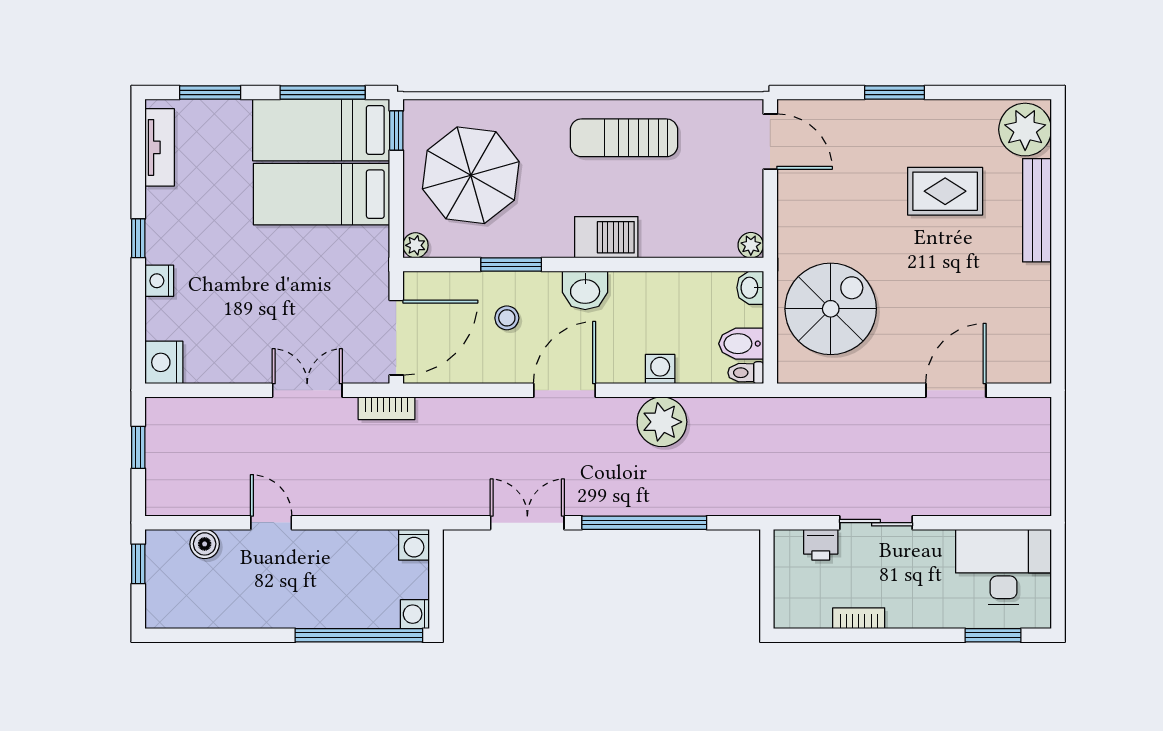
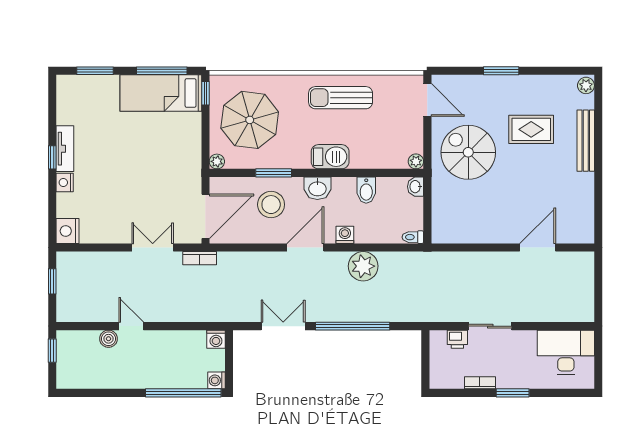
plant: (1025, 130) -> (586, 85), width x0.53, depth x0.53
tv unit: (160, 147) -> (65, 149), moved
bed: (321, 194) -> (161, 131), removed
spiral stairs: (831, 309) -> (468, 152), moved, turned -90
stool: (507, 318) -> (271, 205), width x1.89, depth x1.89
bidet: (741, 344) -> (366, 190), moved, turned -90
washing machine: (660, 369) -> (345, 235), moved
boiler: (205, 544) -> (108, 339), moved
window: (993, 635) -> (513, 393), moved

